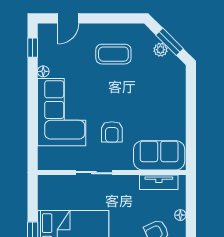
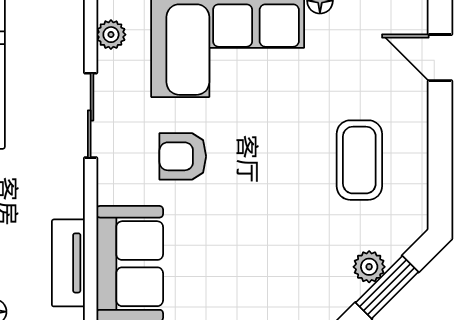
plant: (58, 164) -> (111, 35), added

